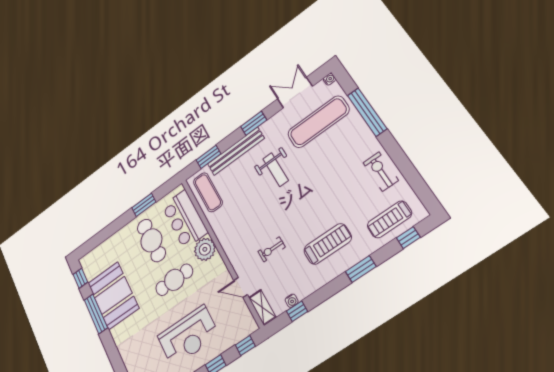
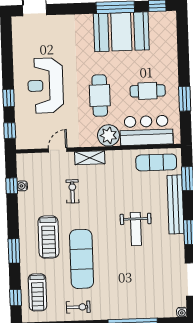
exercise mat: (318, 122) -> (82, 259), moved
weight bench: (276, 170) -> (136, 229), turned -90
exercise bike: (381, 172) -> (78, 307), width x0.73, depth x0.72
treadmill: (389, 219) -> (38, 292), turned 180
cafe table: (151, 240) -> (148, 91), width x0.73, depth x0.74
shelving: (262, 307) -> (90, 158), moved

